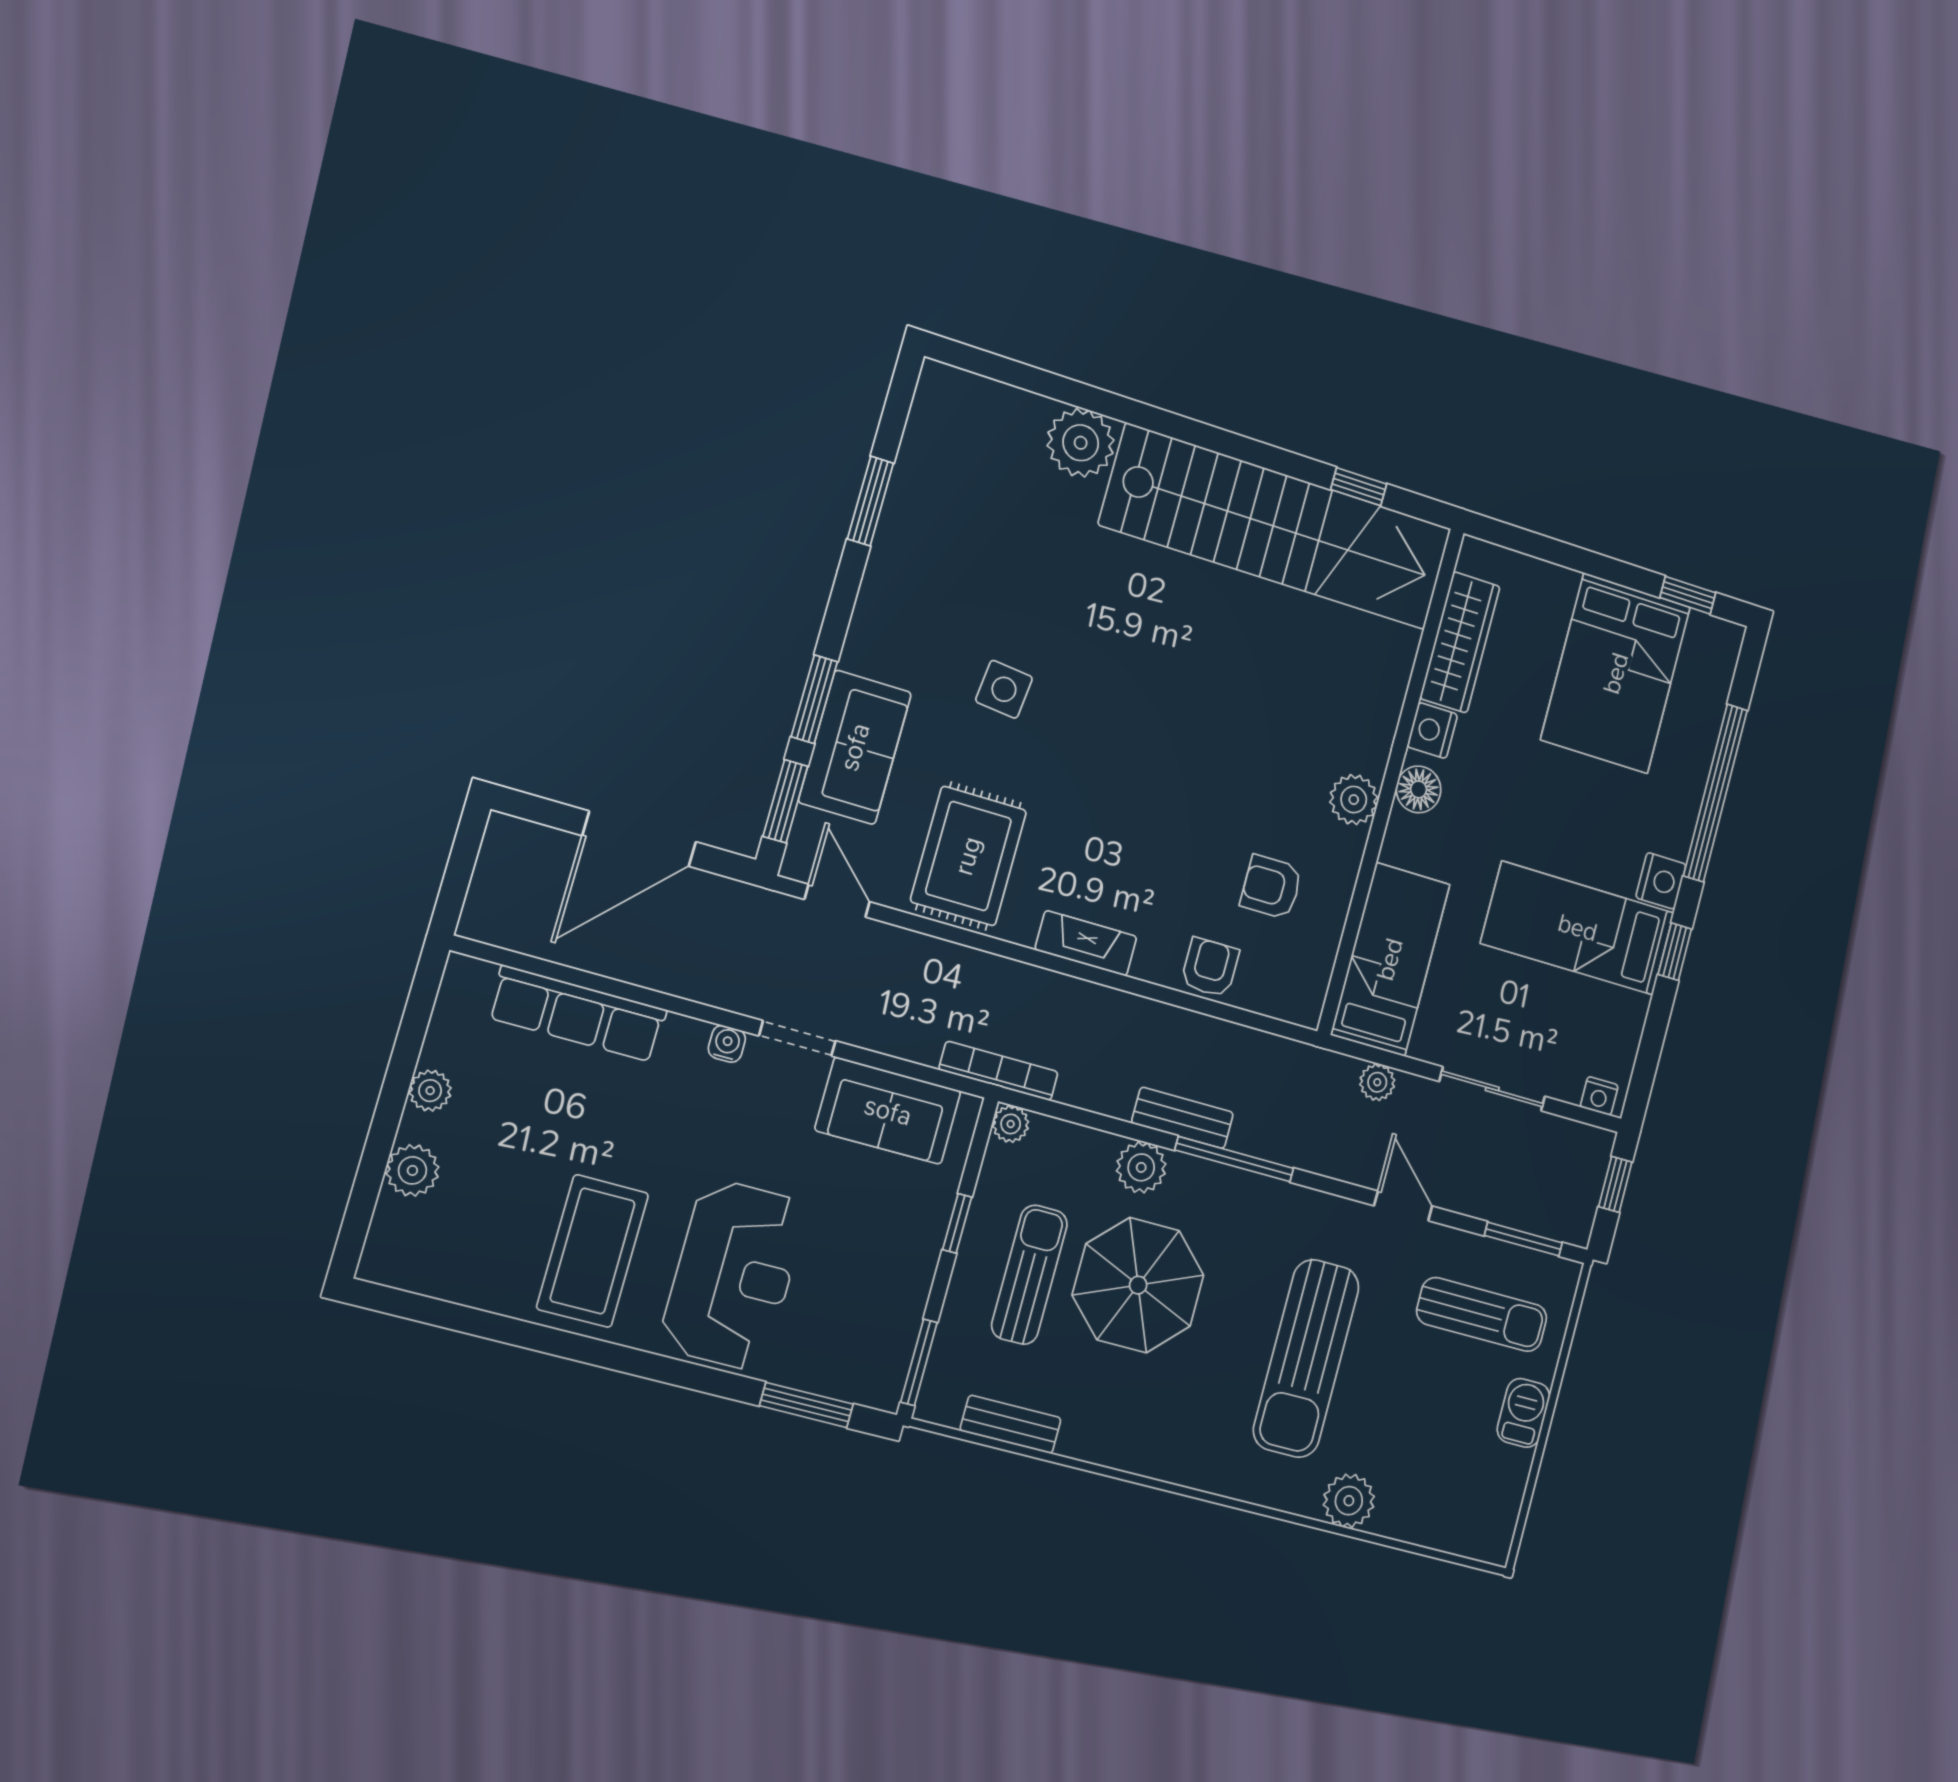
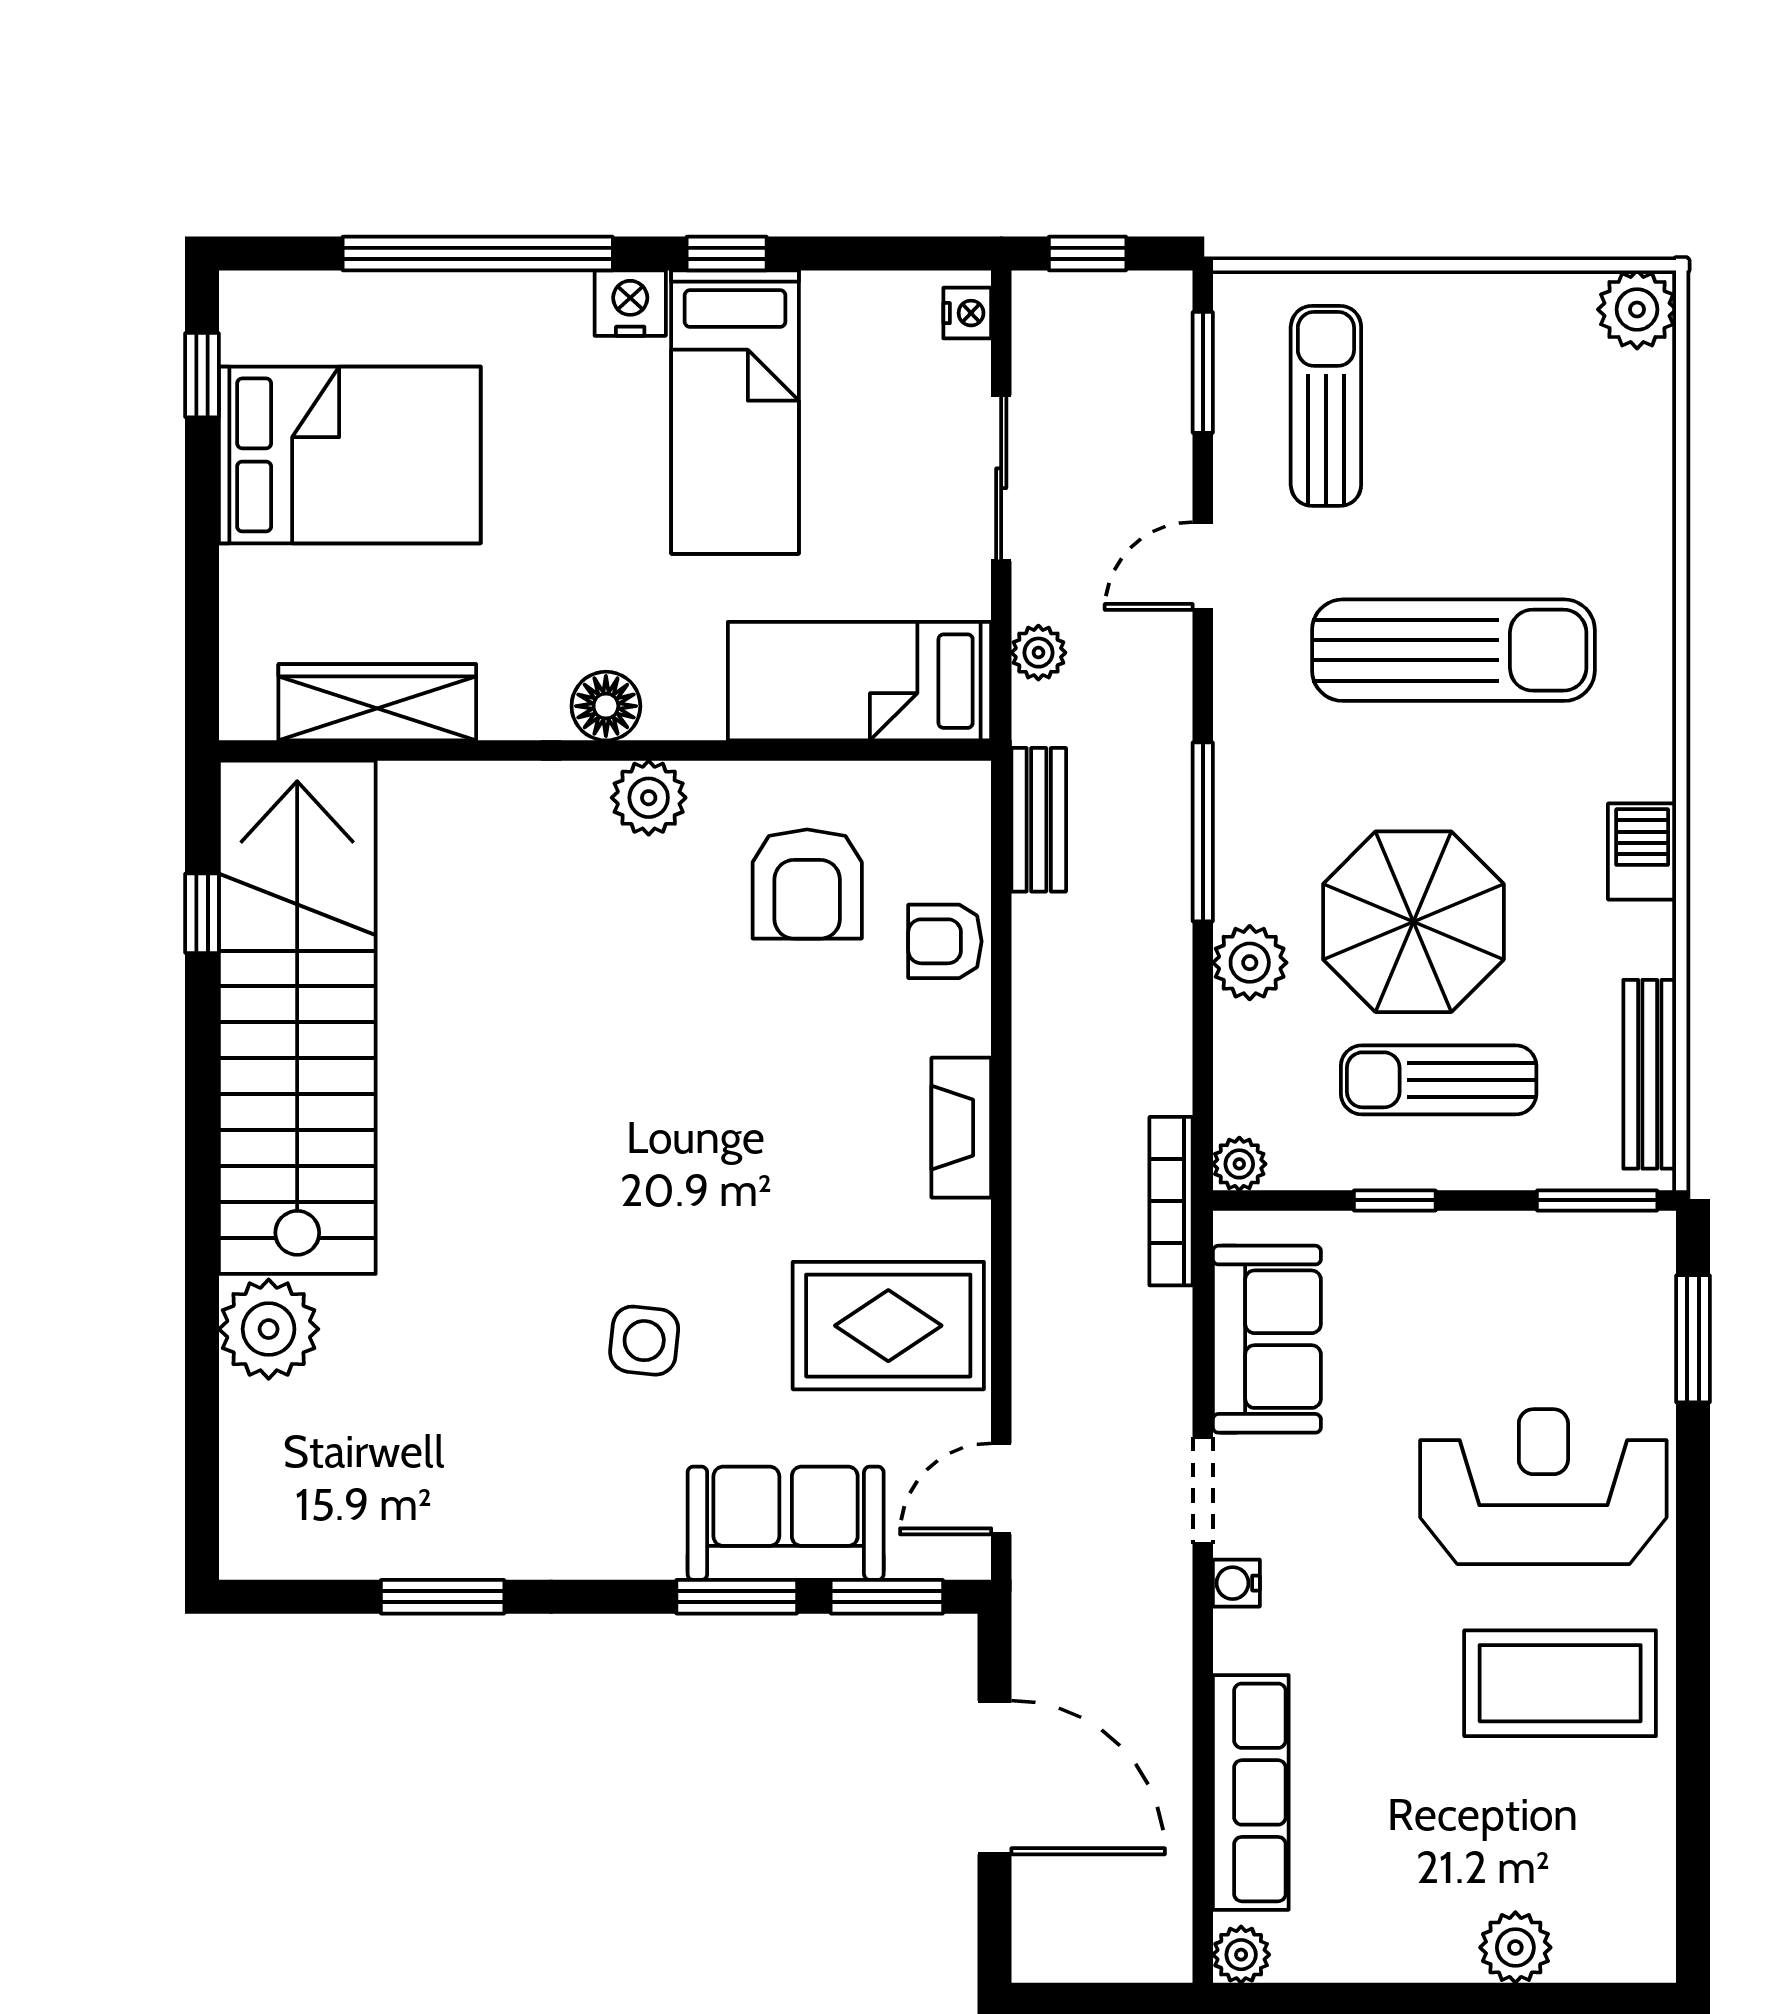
nightstand: (1432, 730) -> (516, 709), removed
armchair: (1271, 887) -> (807, 884), width x1.38, depth x1.38
plant: (430, 1091) -> (1241, 1955), moved
bench: (1182, 1118) -> (1039, 820), moved
barbecue: (1523, 1413) -> (1642, 851), moved, turned 90
bench: (1011, 1424) -> (1650, 1074), width x1.36
plant: (1349, 1501) -> (1637, 309), moved

